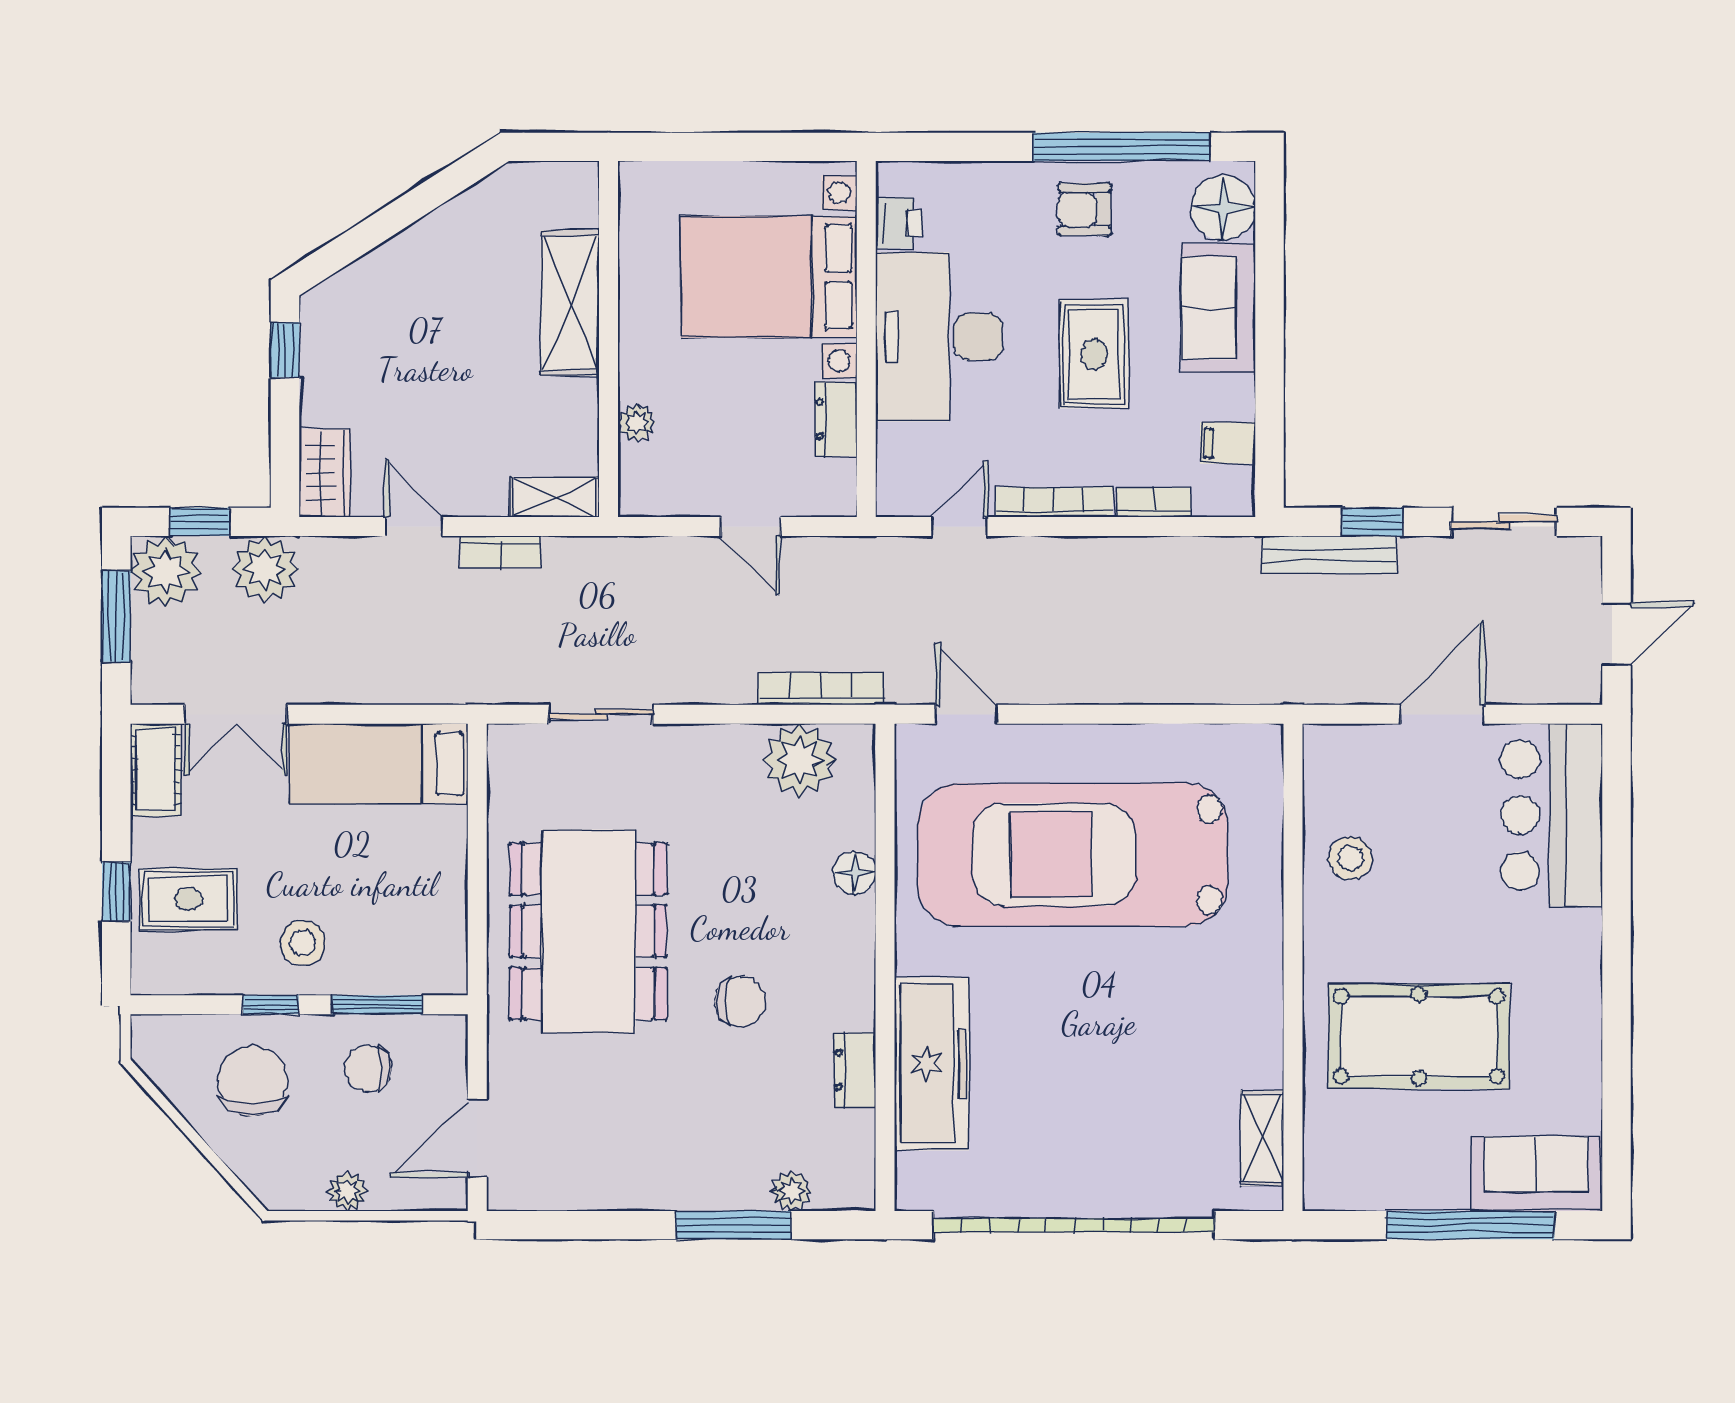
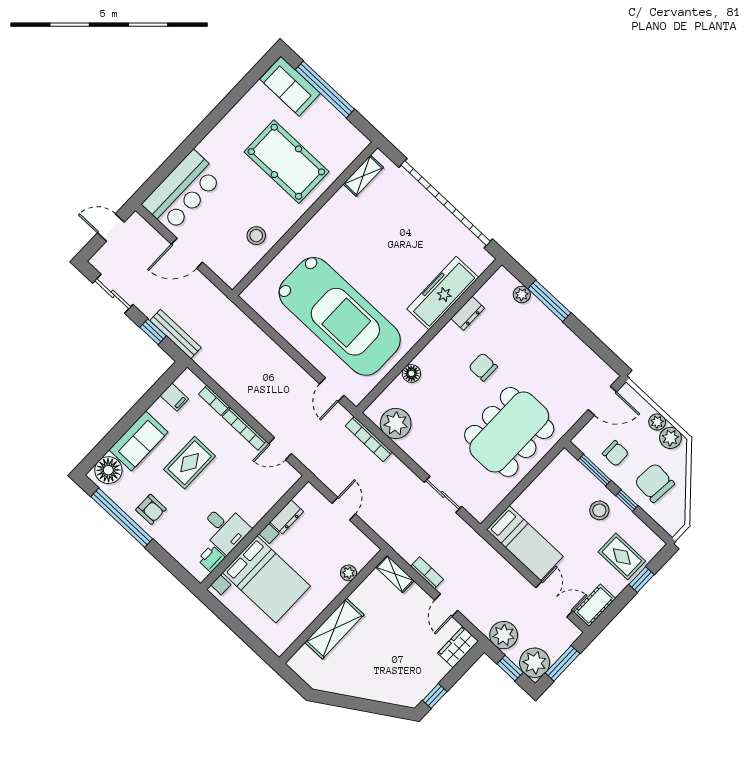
desk: (939, 337) -> (225, 529), width x0.53, depth x0.77
chair: (252, 1081) -> (654, 483), turned 95
plant: (298, 1185) -> (670, 438), added

